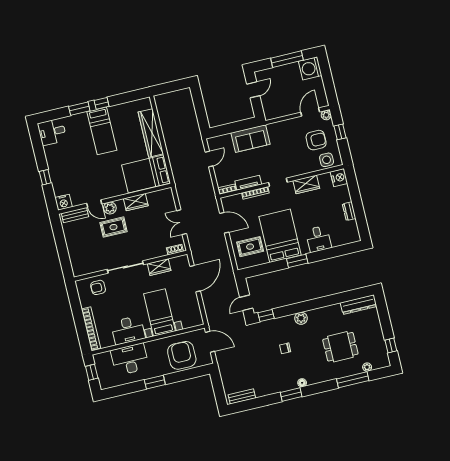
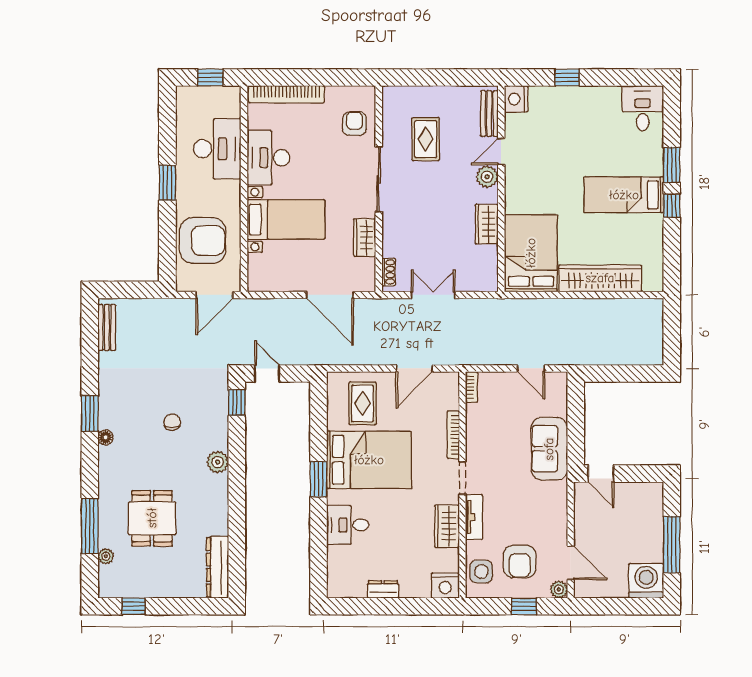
door: (253, 90) -> (601, 474), moved
tv unit: (248, 183) -> (474, 517), moved
rug: (113, 227) -> (426, 139), moved

